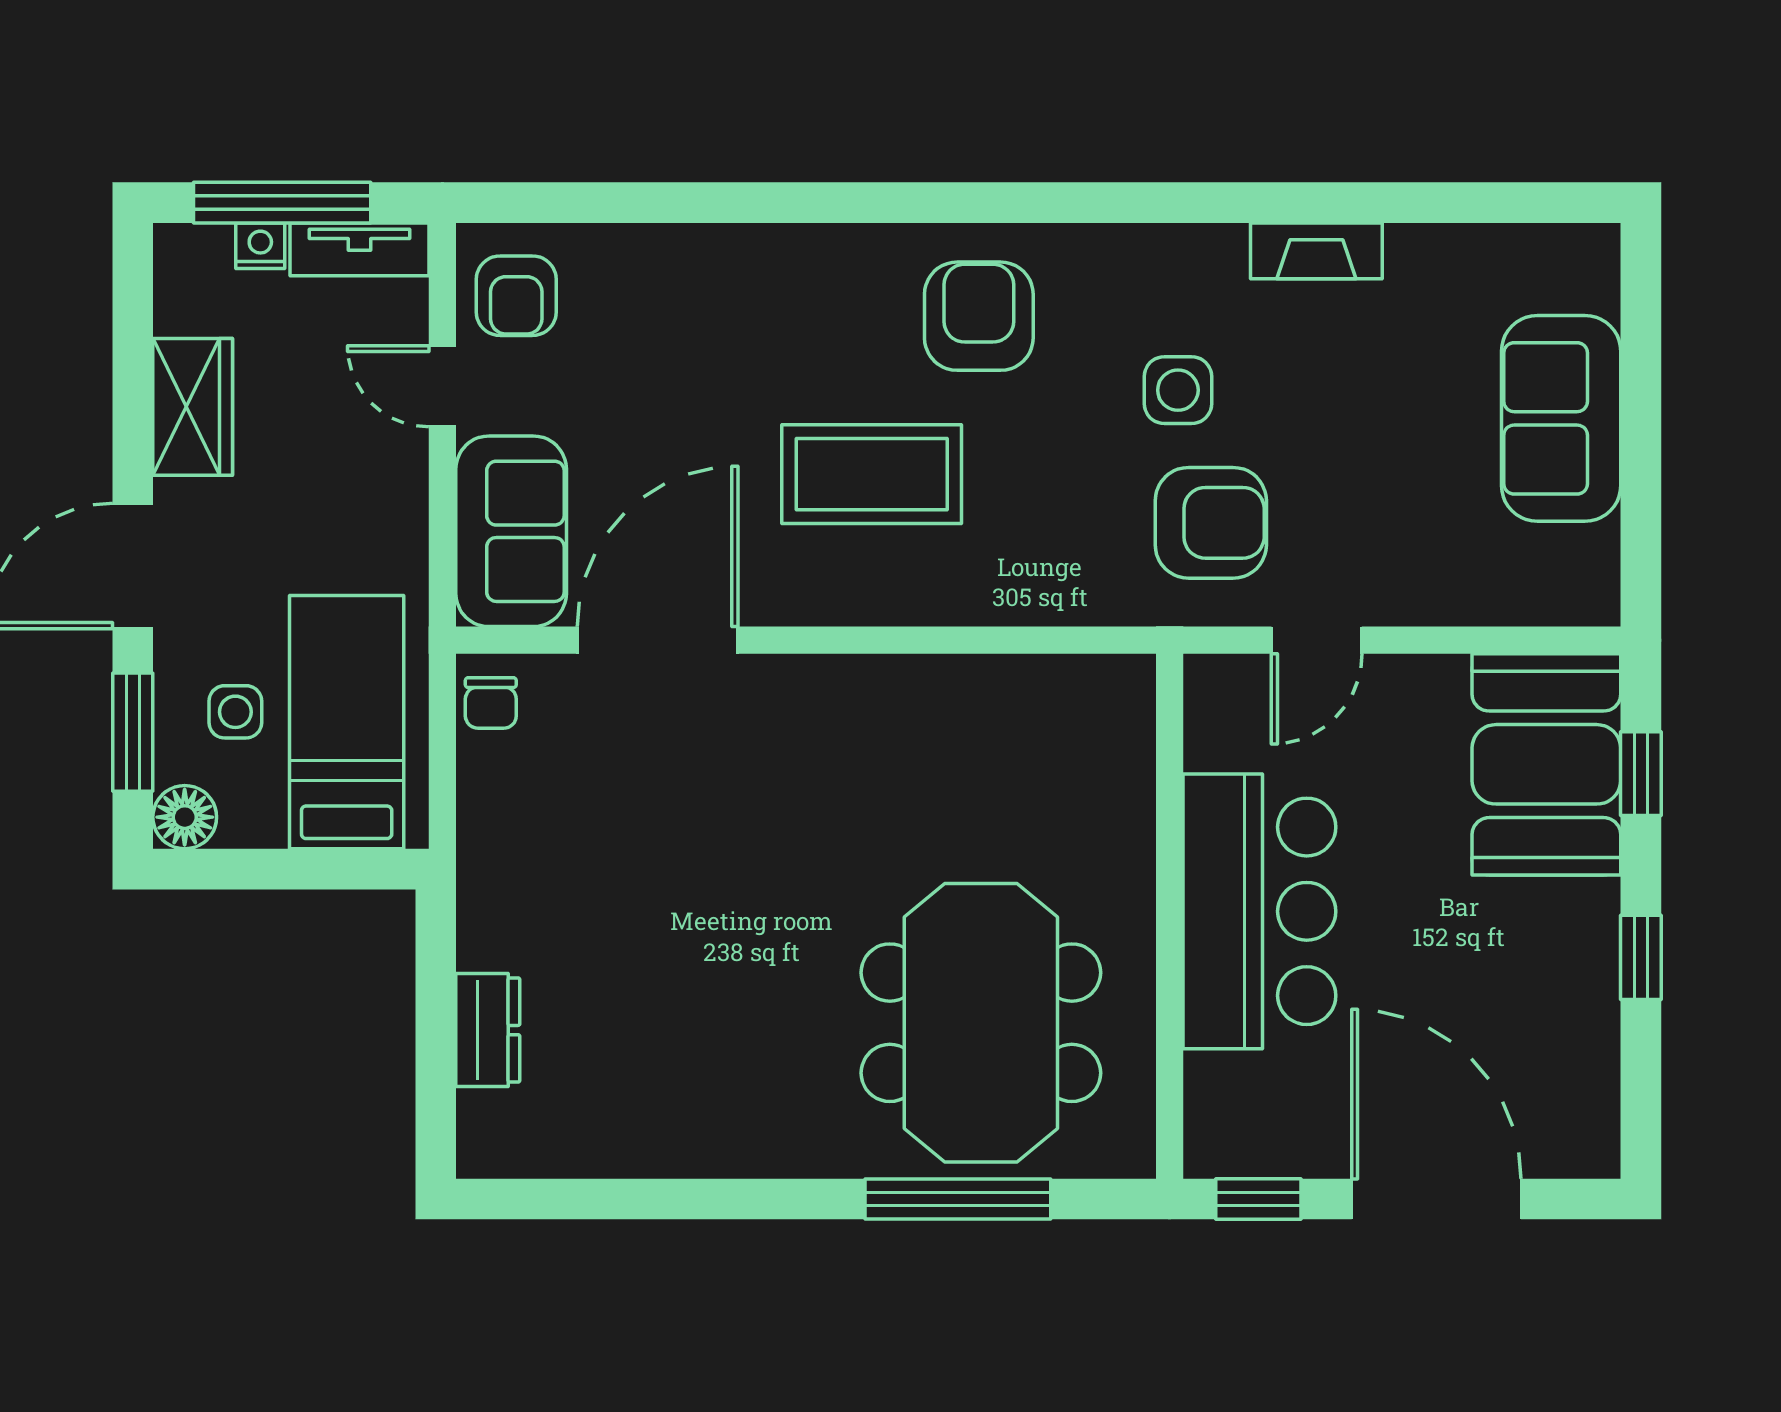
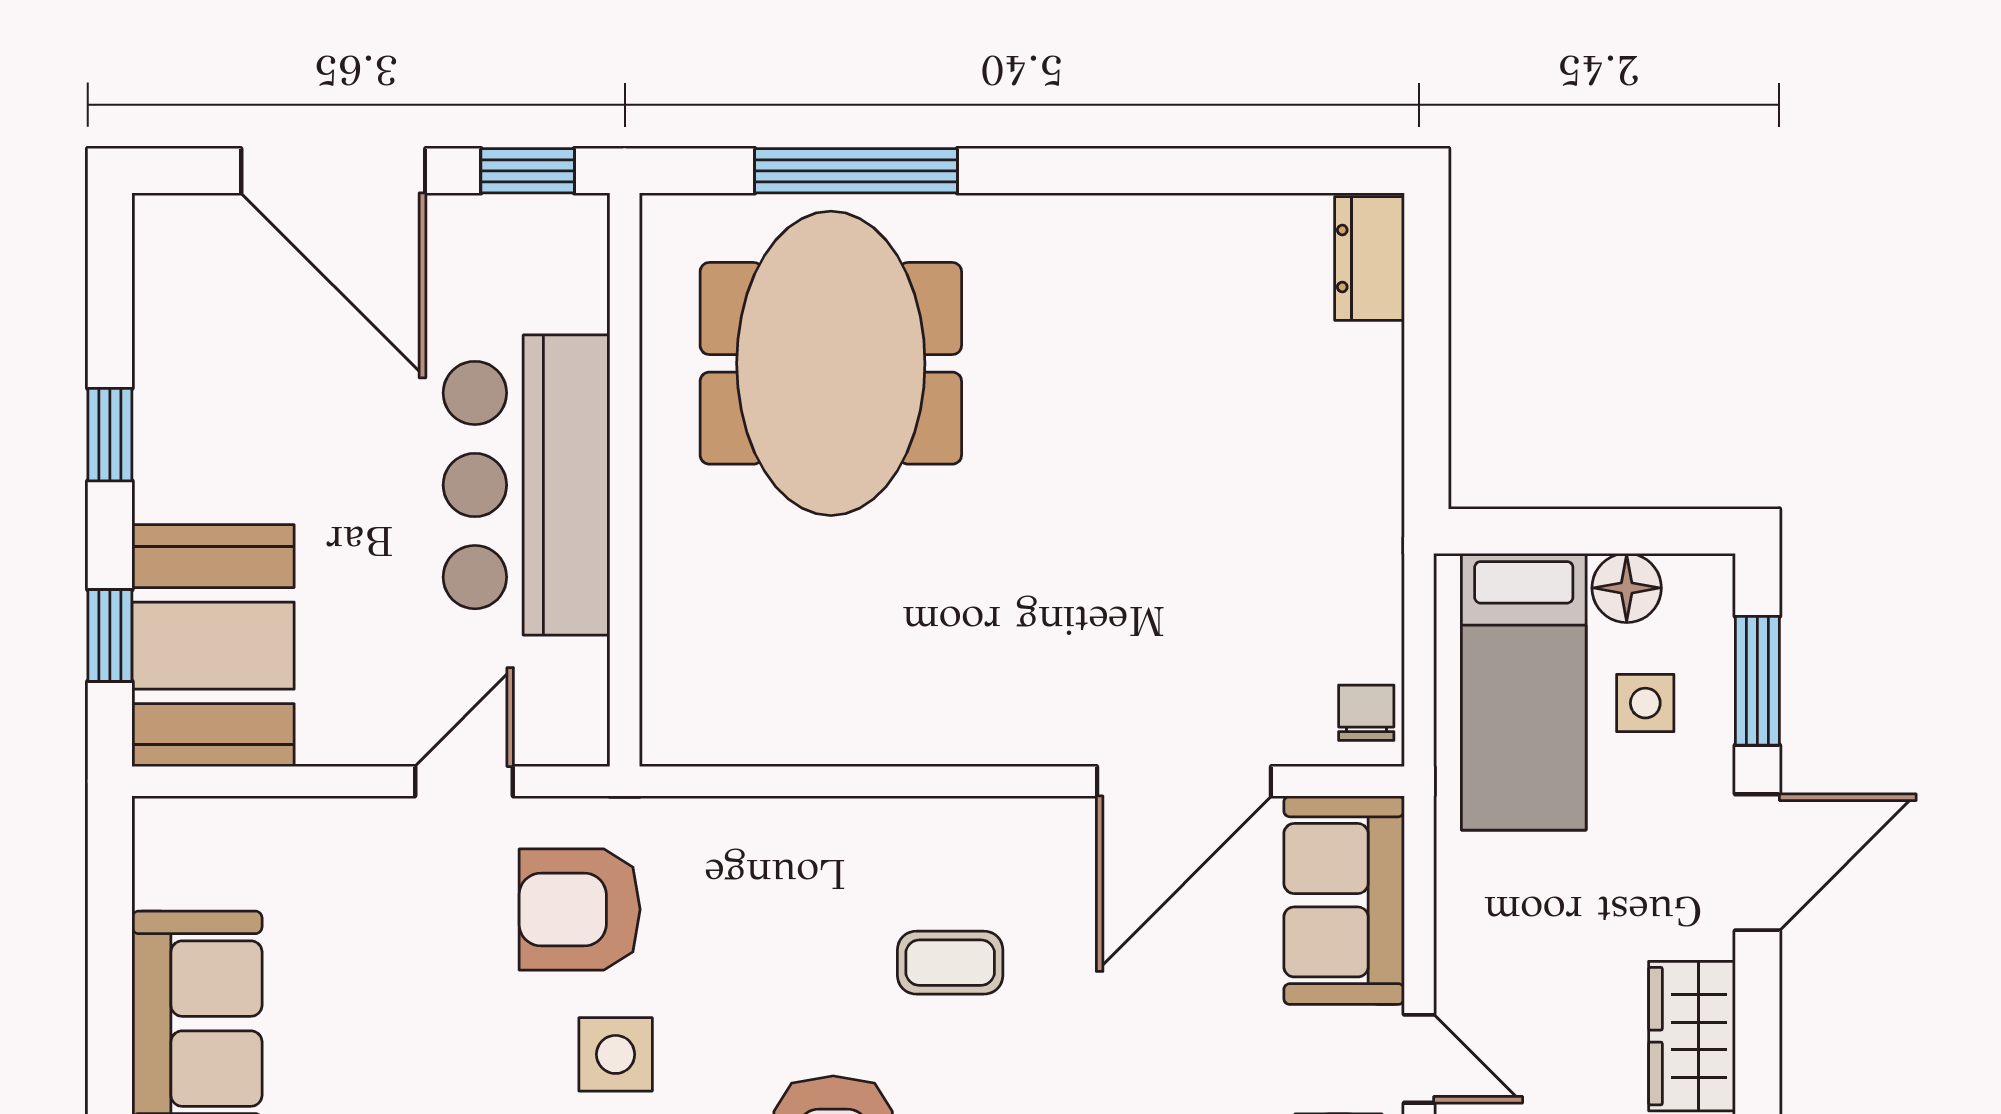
coffee table: (872, 474) -> (950, 963), width x0.54, depth x0.58
floor lamp: (185, 817) -> (1627, 588), moved
dresser: (488, 1030) -> (1369, 258), moved

